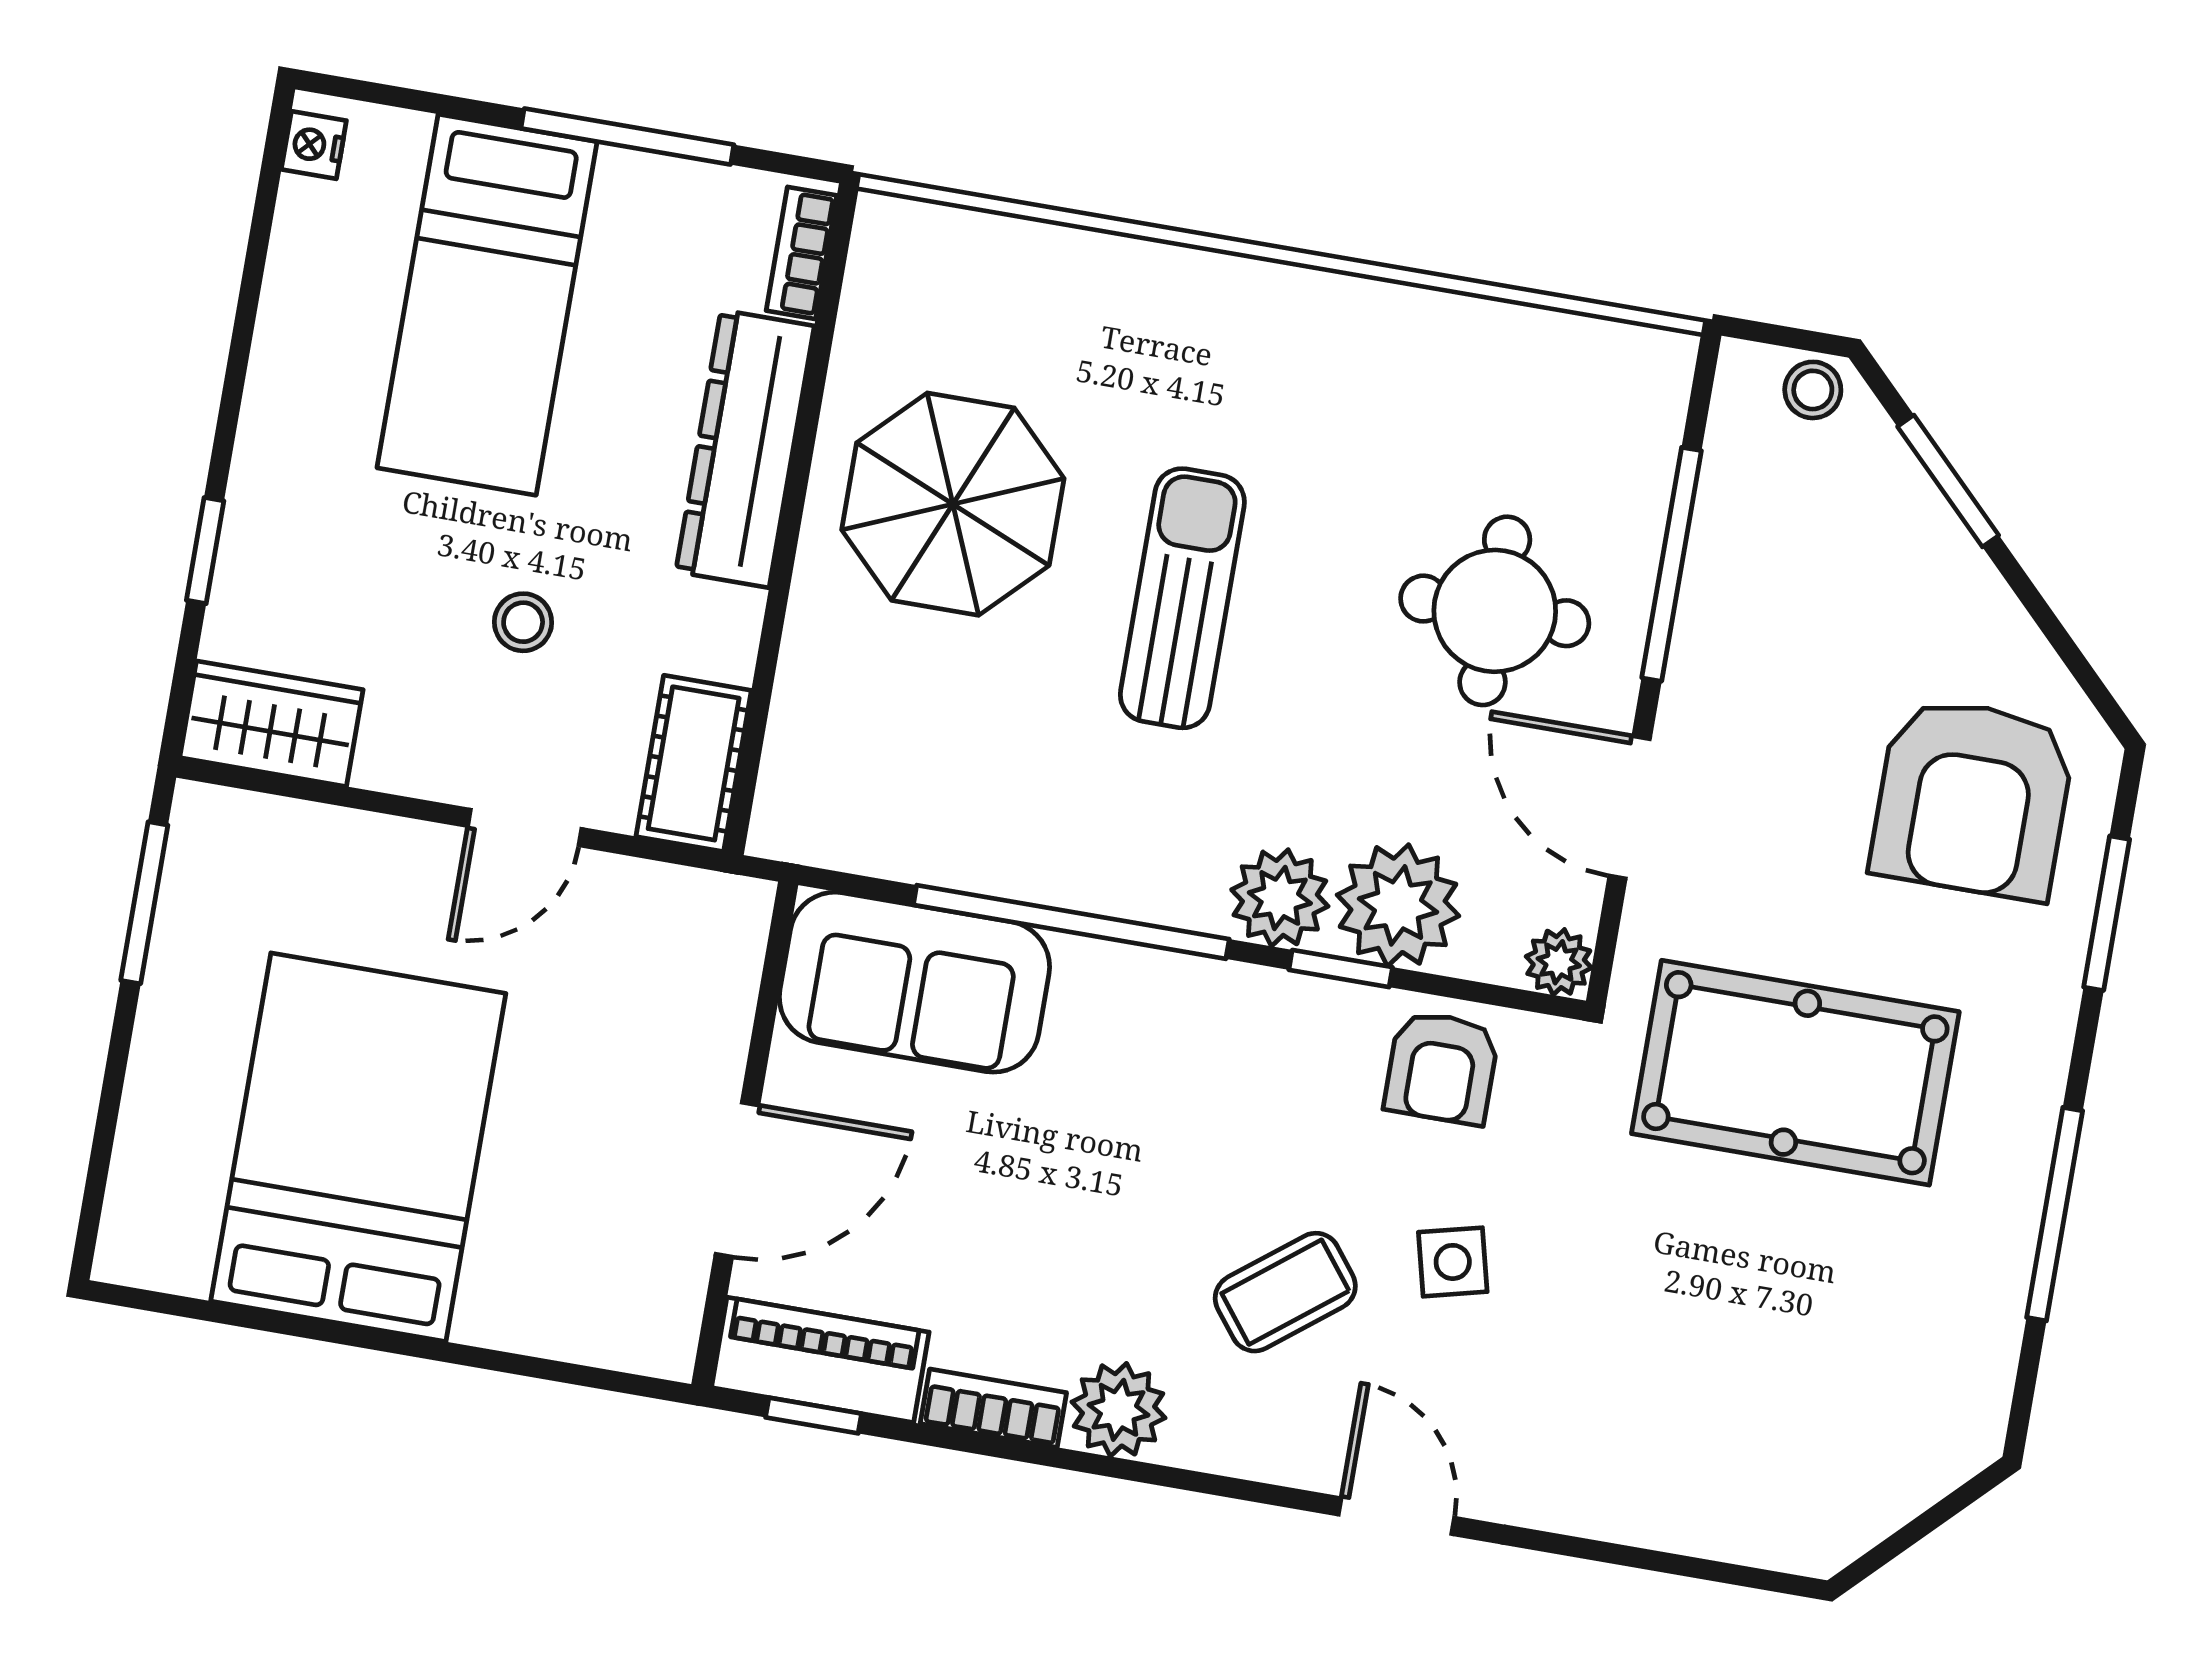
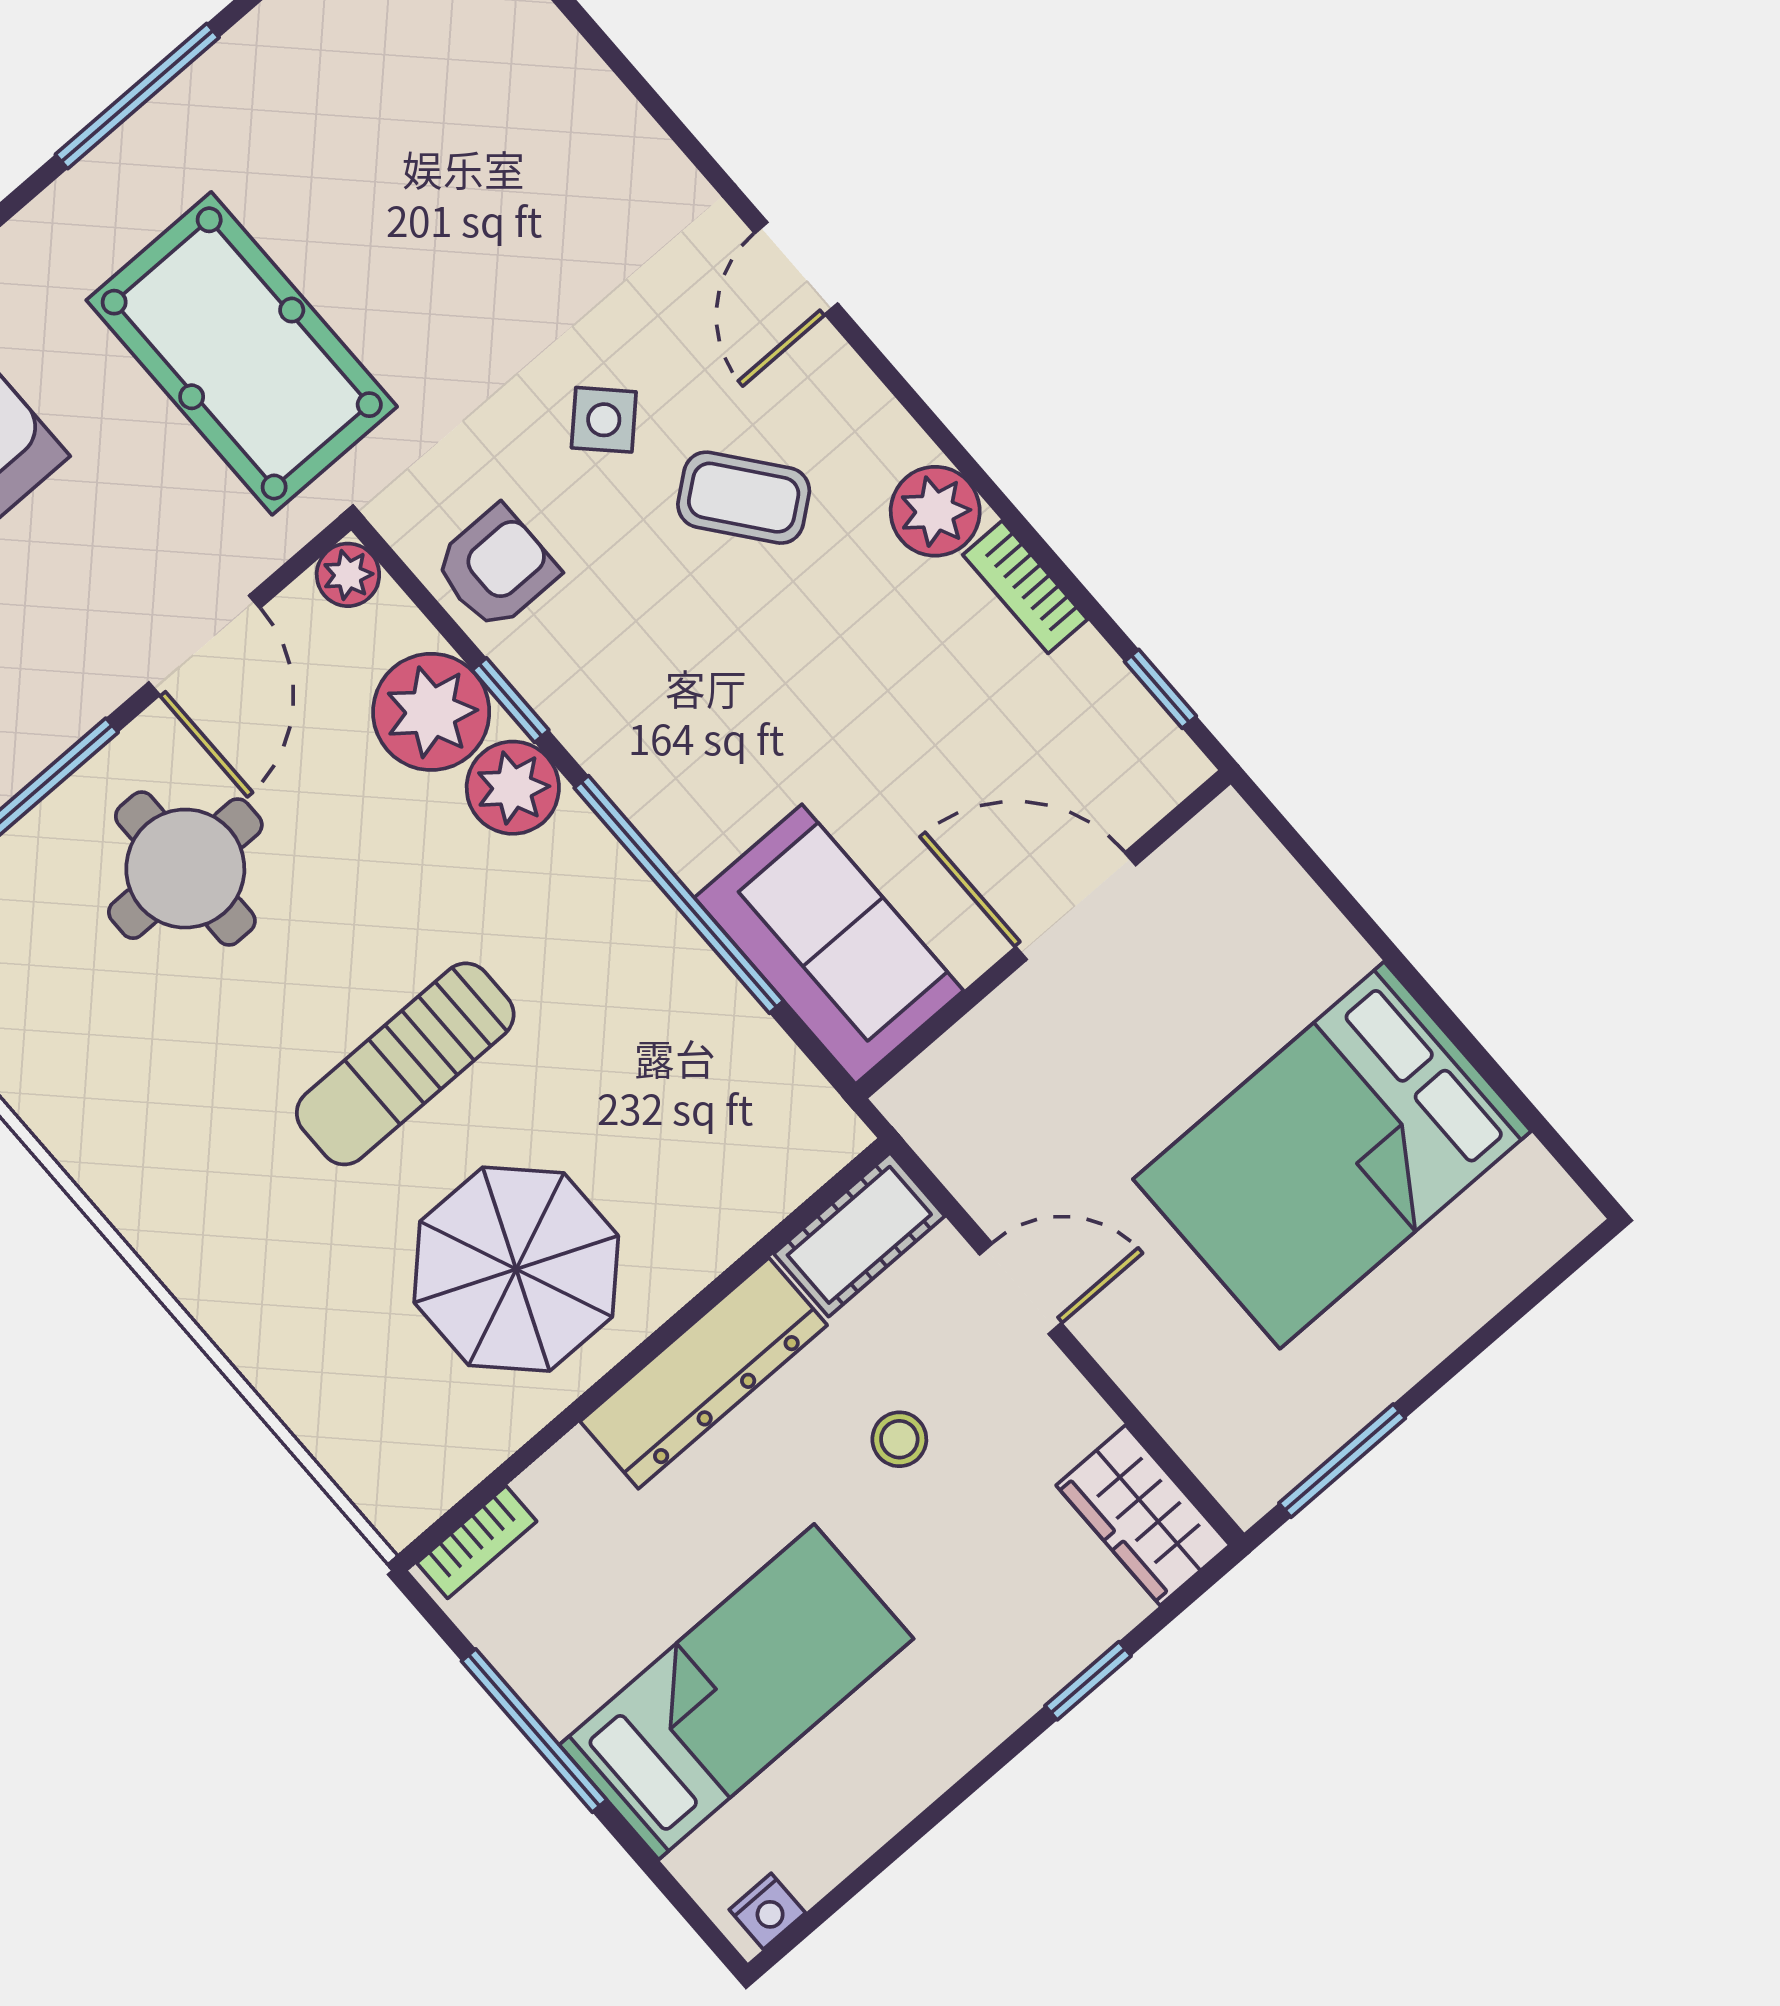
dresser: (745, 449) -> (704, 1373), moved
side table: (1453, 1262) -> (604, 420), turned -31
piano: (820, 1360) -> (1122, 725), removed

